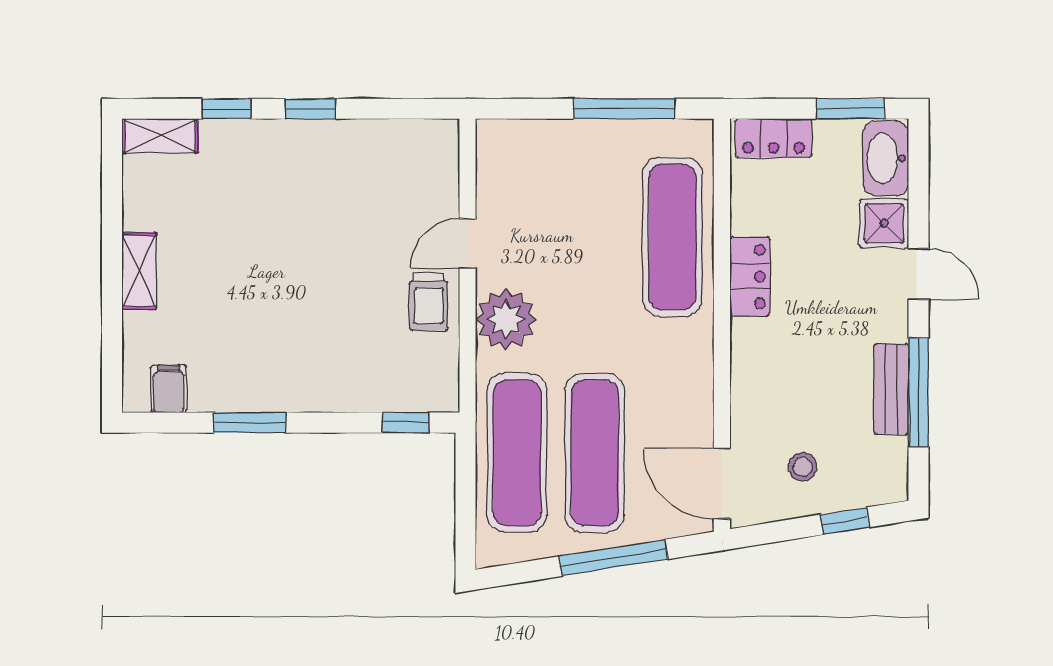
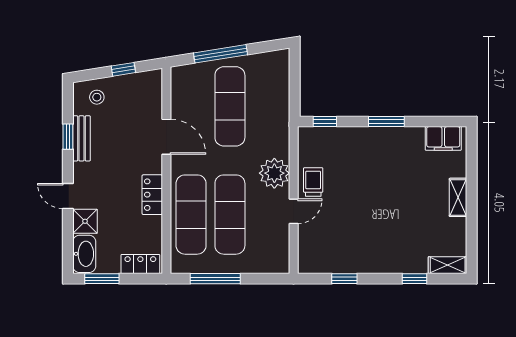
window: (310, 109) -> (344, 279), moved
filing cabinet: (169, 389) -> (443, 138), width x2.00
window: (918, 392) -> (68, 137), width x0.46
window: (250, 423) -> (386, 122), moved
exercise mat: (517, 453) -> (230, 215), moved
stool: (803, 467) -> (97, 97), moved
door: (722, 484) -> (166, 137), moved
window: (845, 521) -> (123, 69), moved

